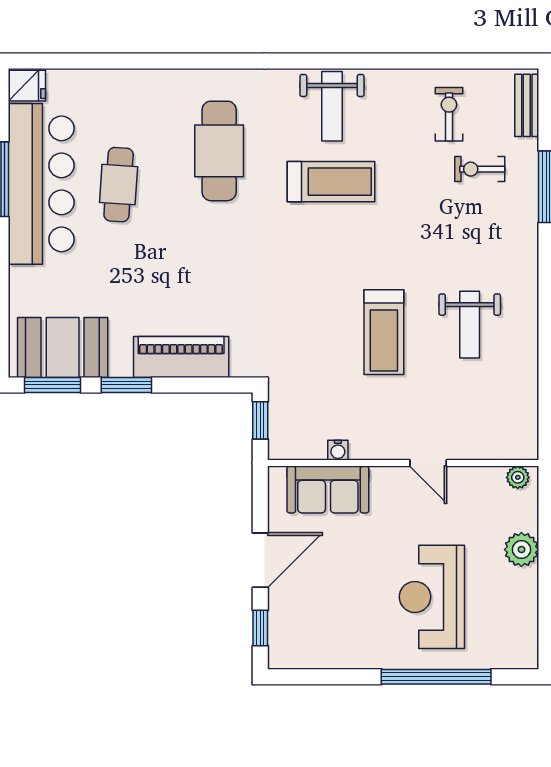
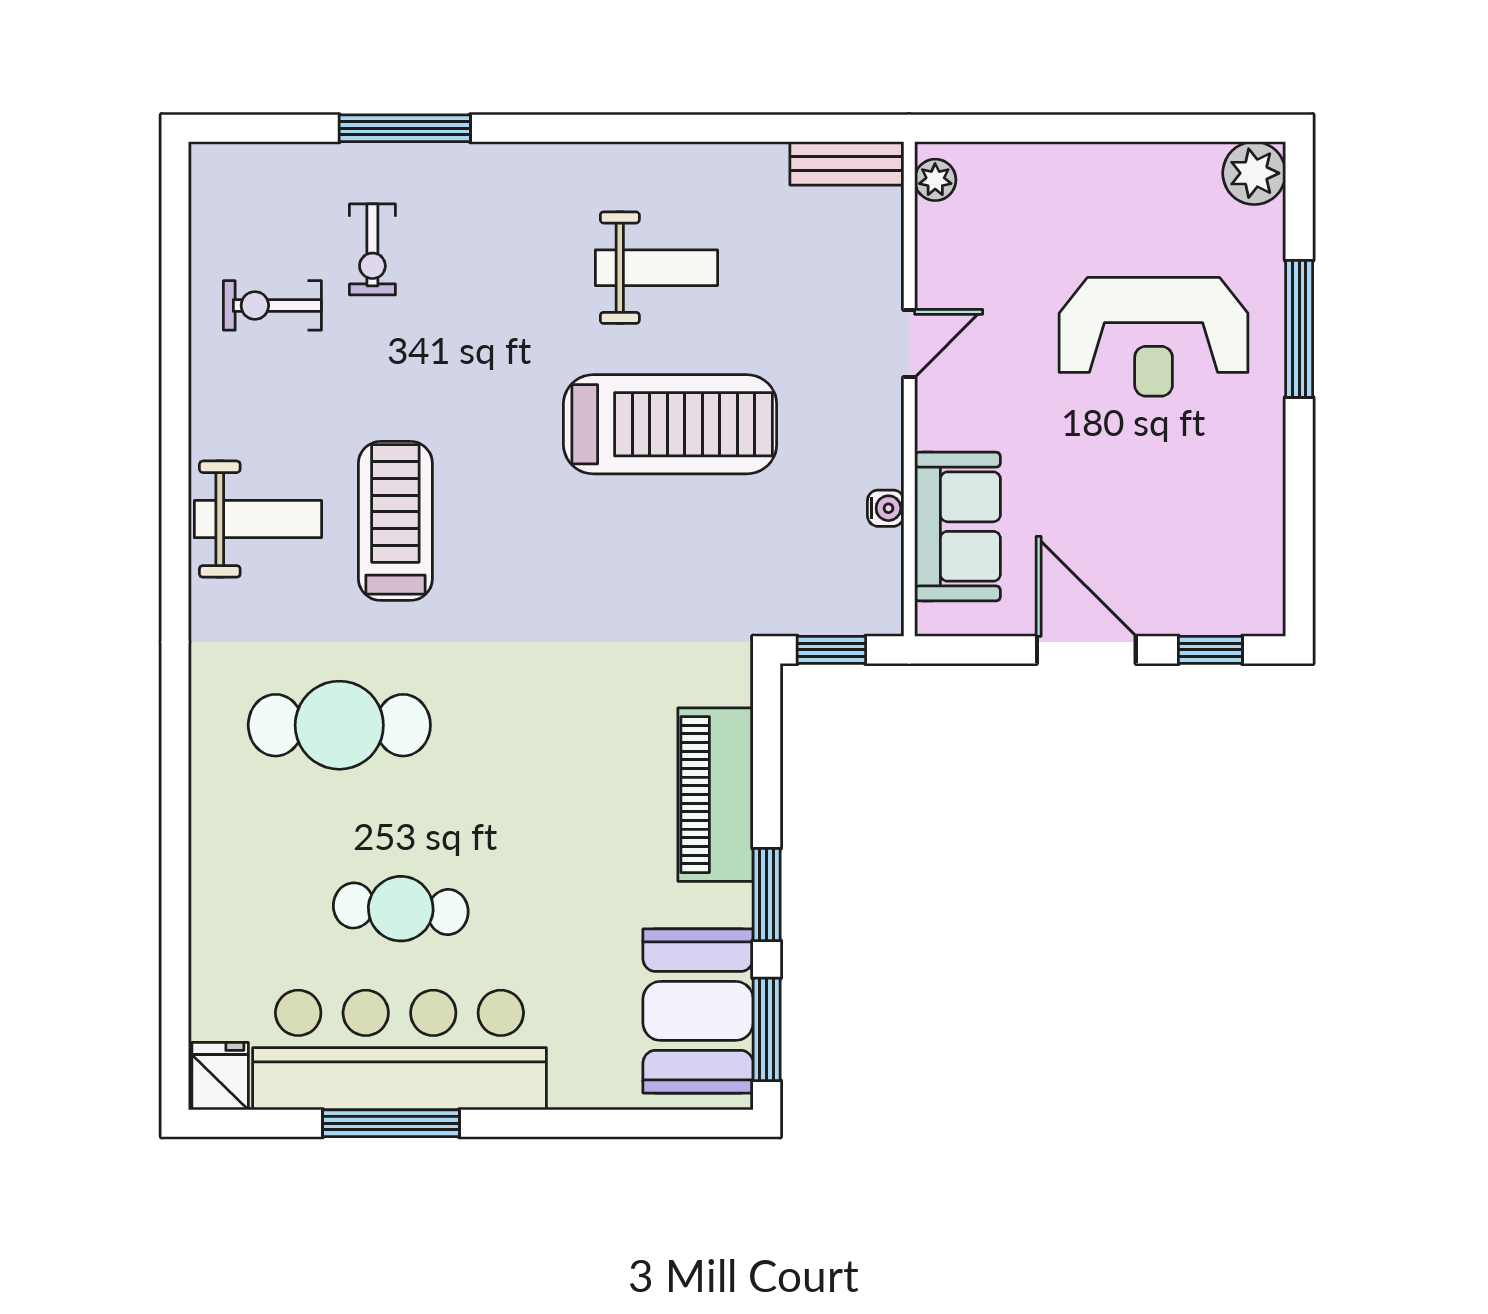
bench: (527, 105) -> (847, 163), moved
treadmill: (384, 332) -> (670, 424), width x1.37, depth x1.38
plant: (521, 550) -> (1254, 173), moved
window: (436, 677) -> (1299, 329), width x0.68

